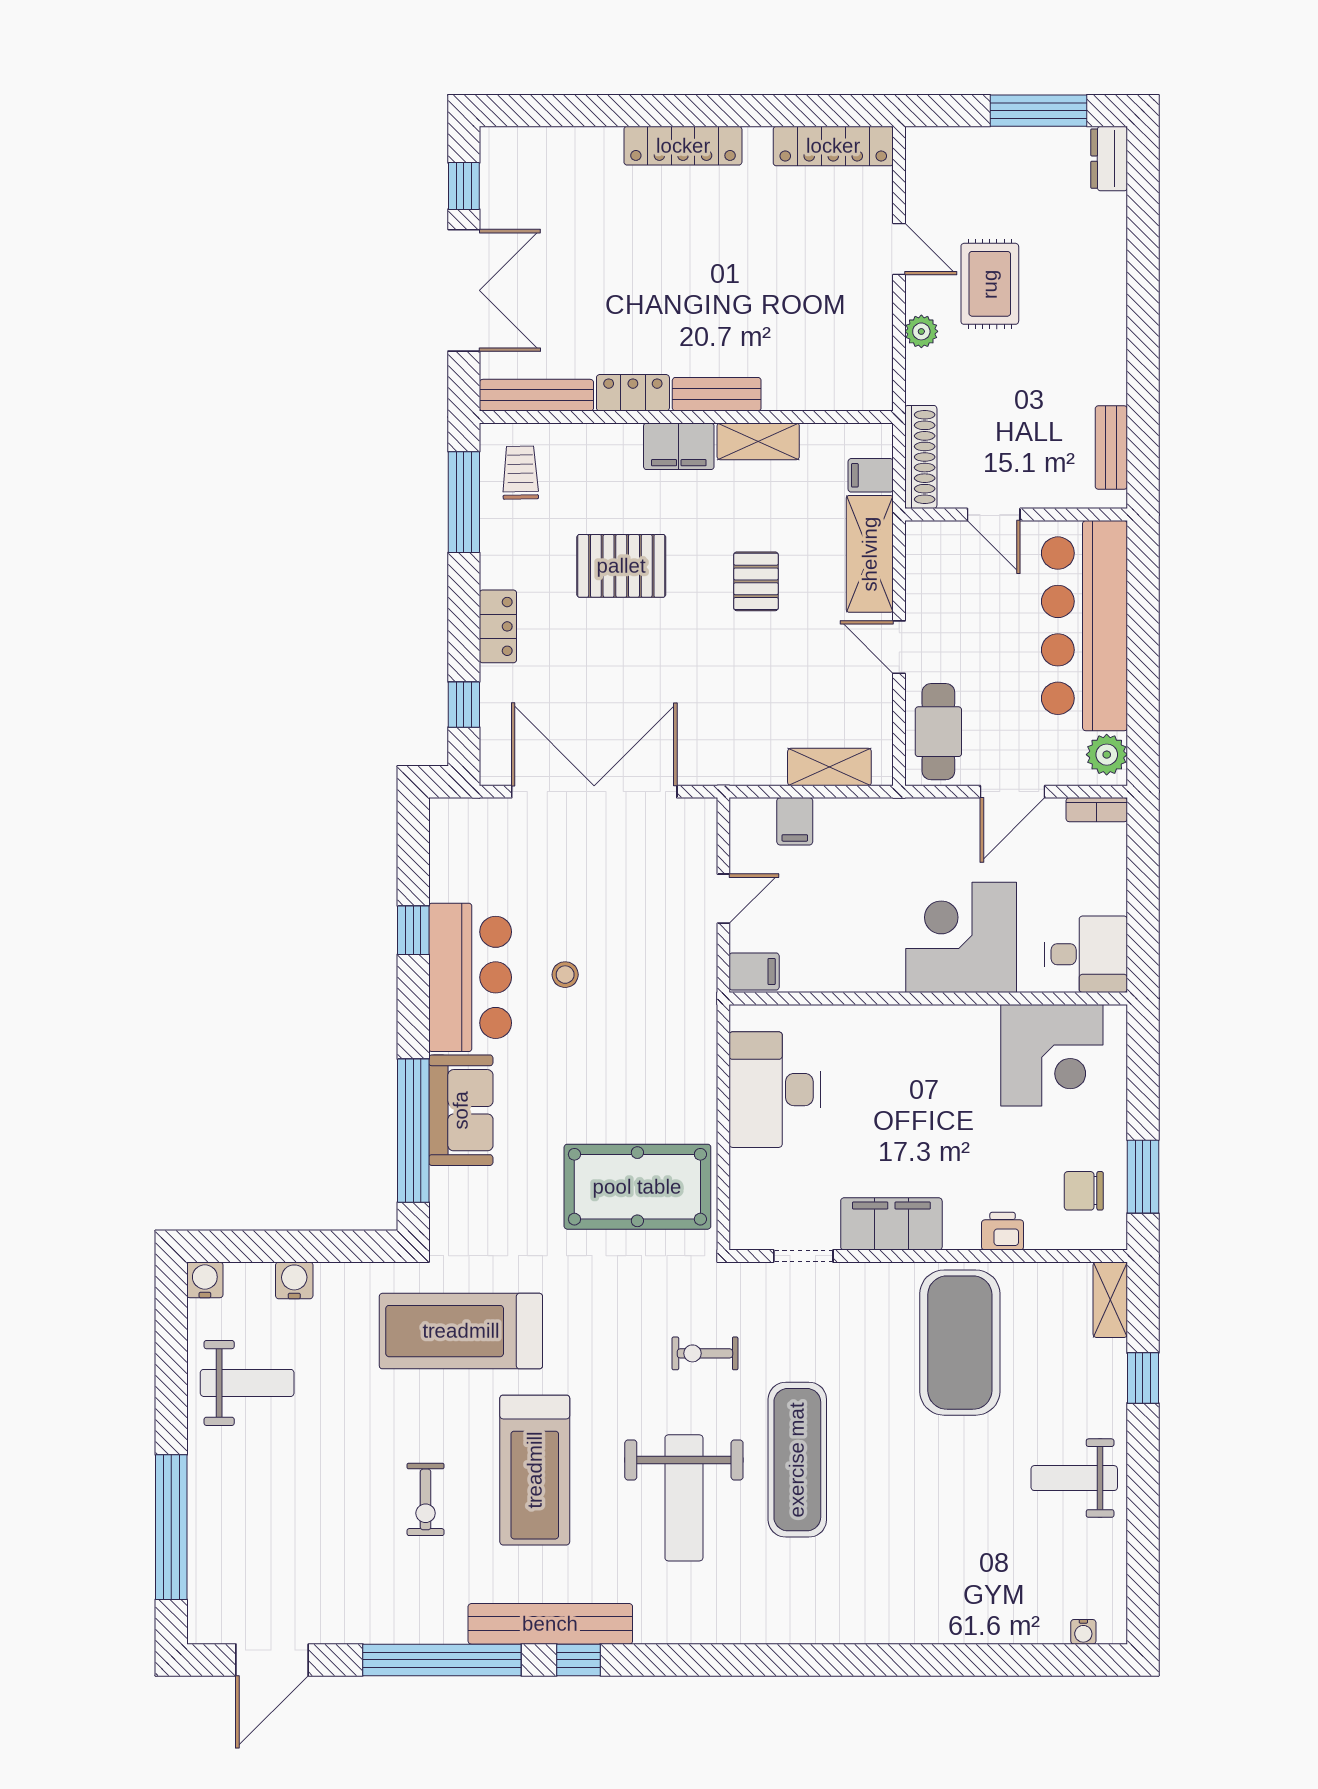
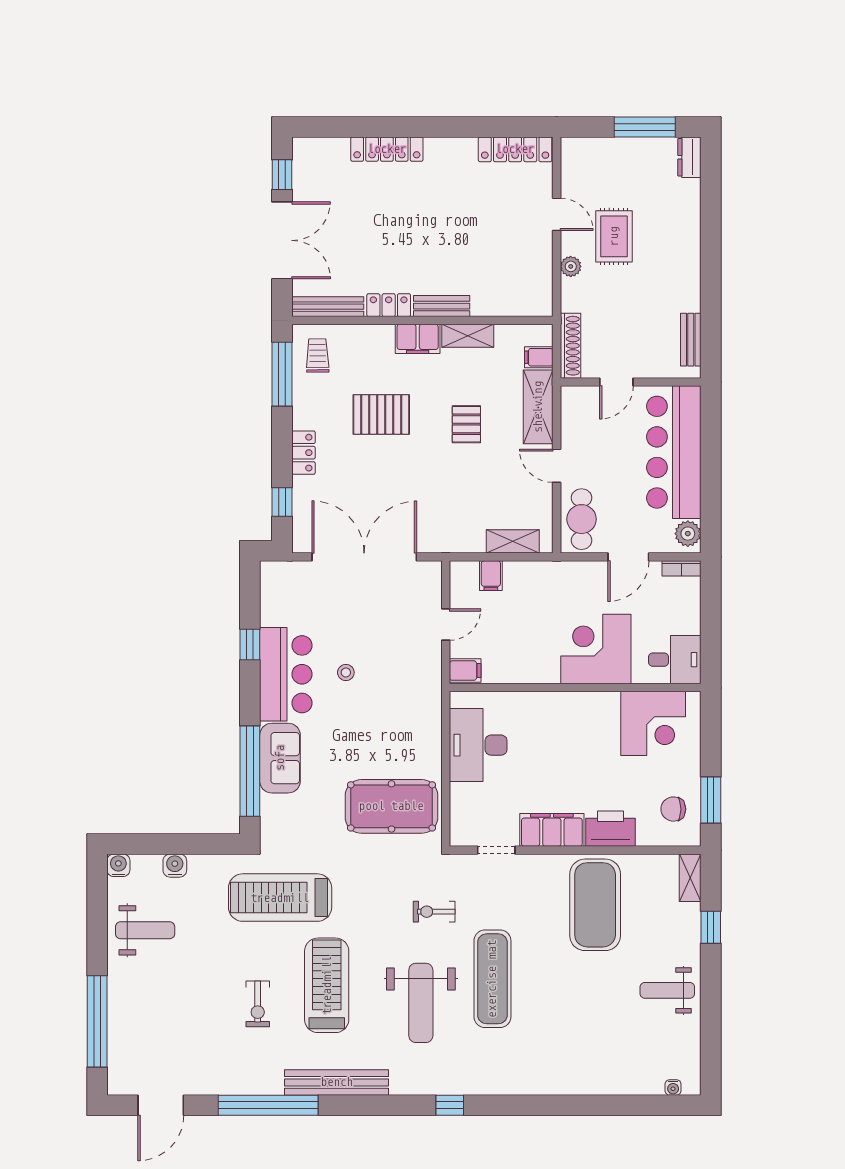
locker: (683, 146) -> (387, 149), moved
door: (994, 515) -> (616, 382), hinge flipped
printer: (1003, 1231) -> (610, 829), width x1.87, depth x1.48
treadmill: (535, 1470) -> (327, 985), turned 180
window: (578, 1660) -> (450, 1105), moved

